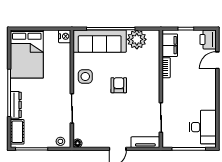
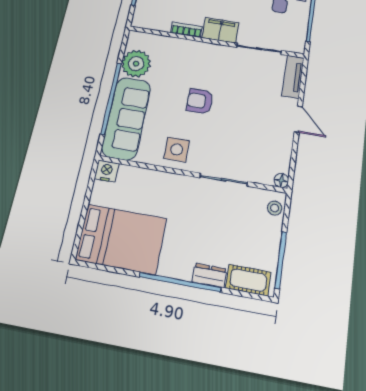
filing cabinet: (170, 45) -> (220, 30), moved
dresser: (16, 105) -> (209, 275), width x0.70

